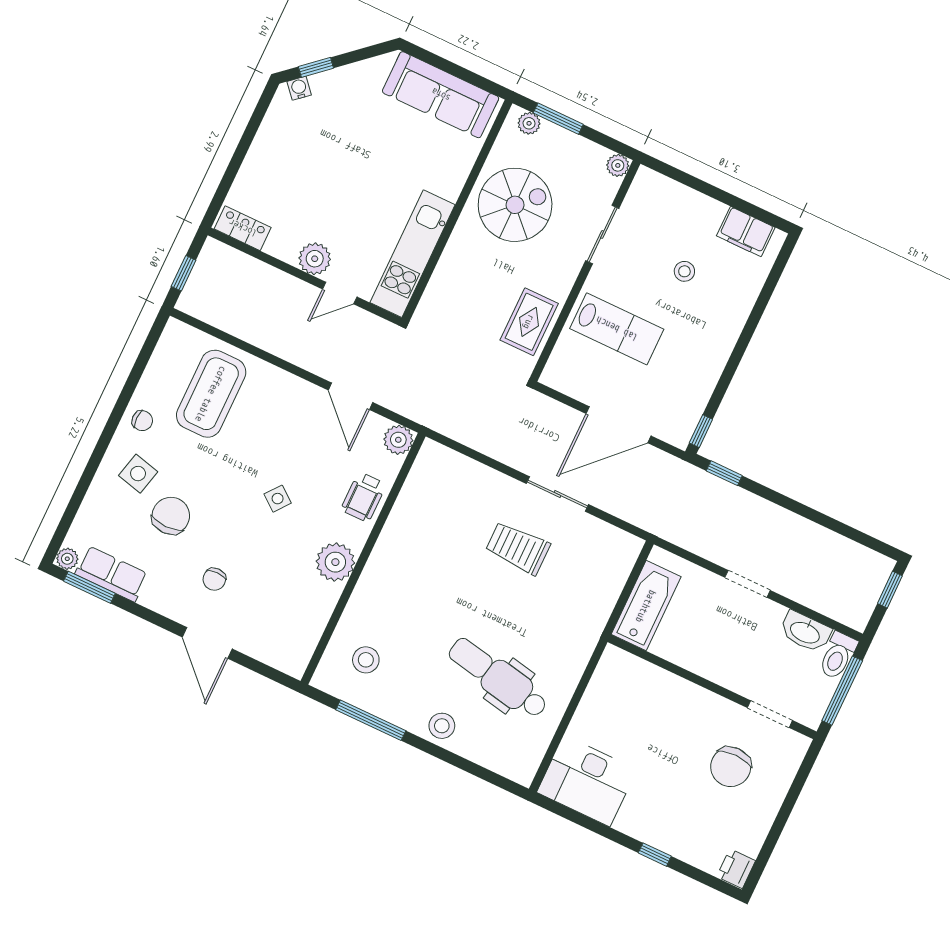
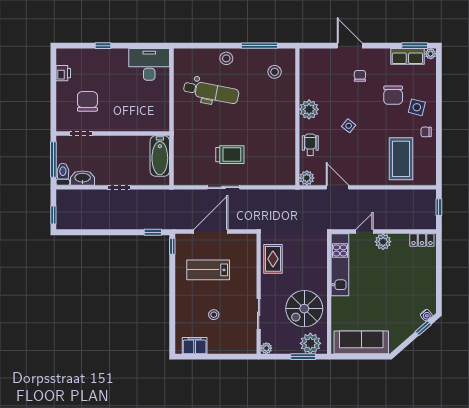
plant: (529, 123) -> (310, 343), width x1.88, depth x1.88
lab bench: (617, 329) -> (208, 270), moved
printer: (736, 869) -> (63, 73), moved

